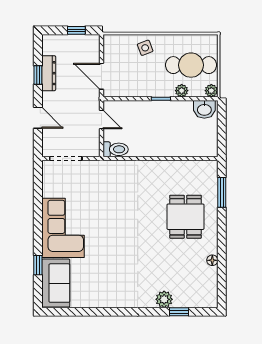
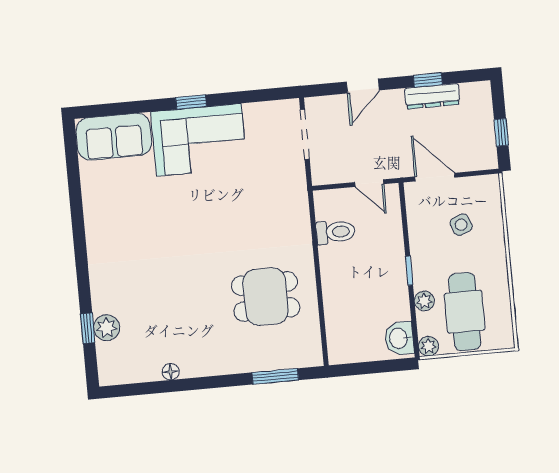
side table: (145, 48) -> (461, 225), moved
door: (101, 76) -> (435, 177), hinge flipped
door: (101, 119) -> (369, 183), hinge flipped
toilet: (116, 149) -> (335, 232), moved, turned -90
dining table: (186, 217) -> (266, 297), moved
window: (38, 265) -> (191, 102), moved
plant: (164, 299) -> (107, 328), moved

